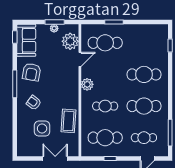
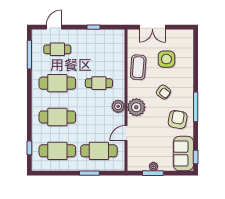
plant: (70, 41) -> (136, 107), moved
armchair: (34, 103) -> (163, 92), moved
cafe table: (105, 138) -> (57, 151), moved

